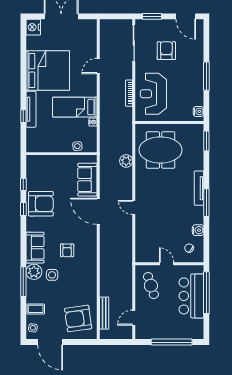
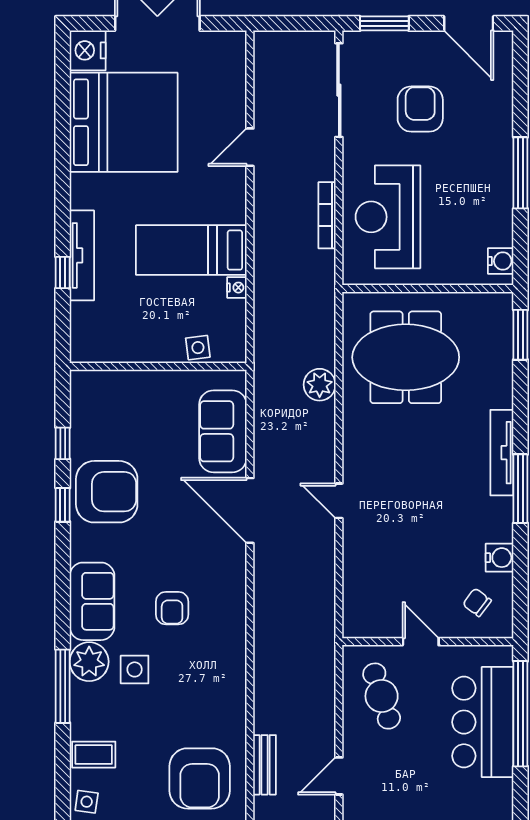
bed: (48, 70) -> (124, 122), moved
bench: (104, 313) -> (265, 765), width x0.73
armchair: (78, 319) -> (200, 778), turned -82

